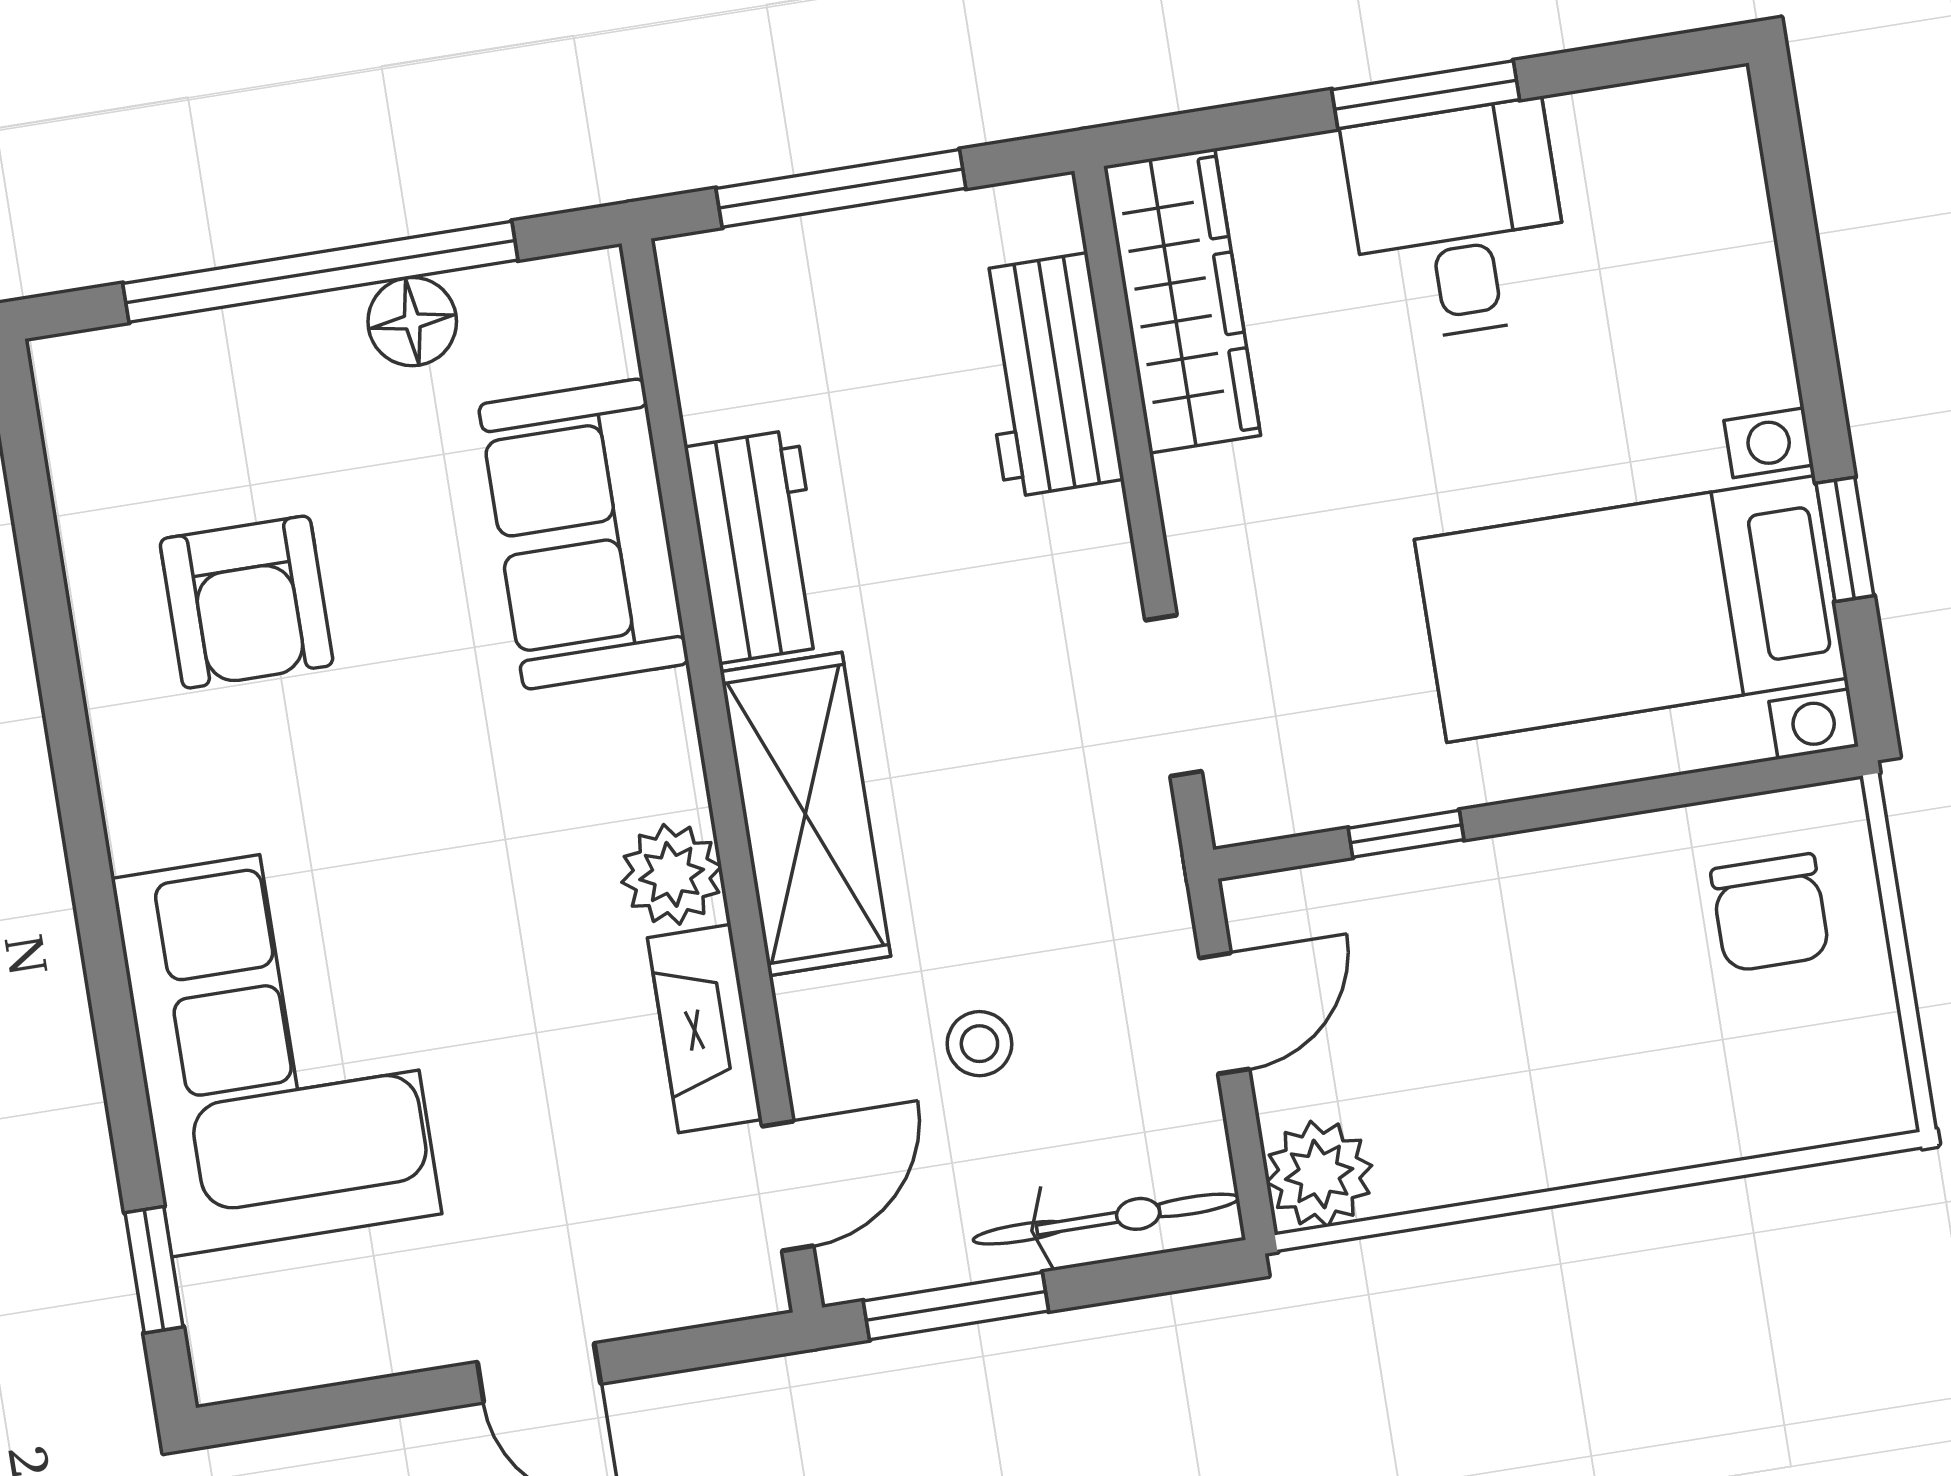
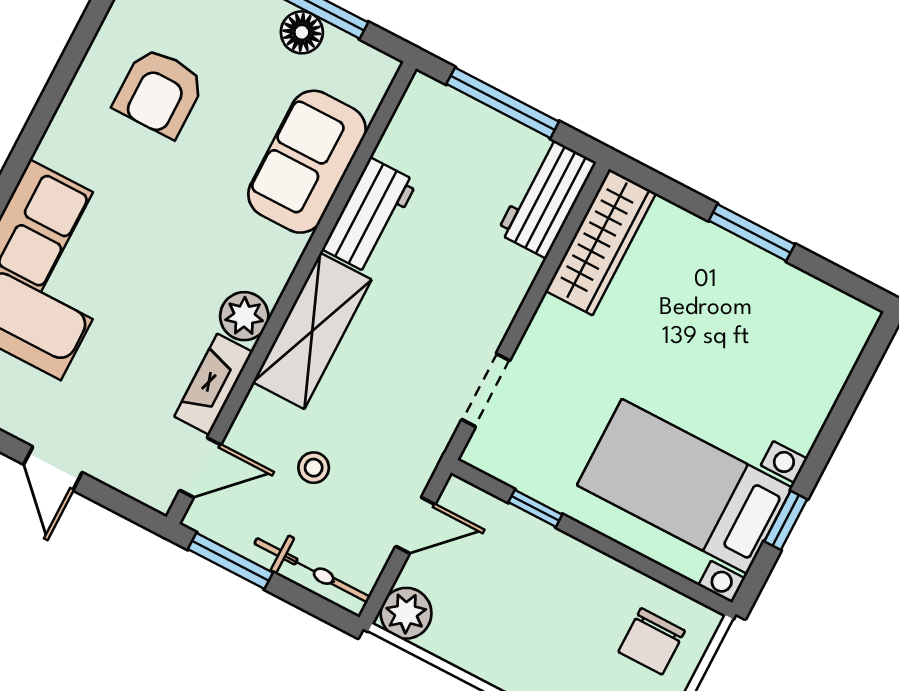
desk: (1458, 221) -> (728, 290), removed
workbench: (1047, 375) -> (546, 197), moved

